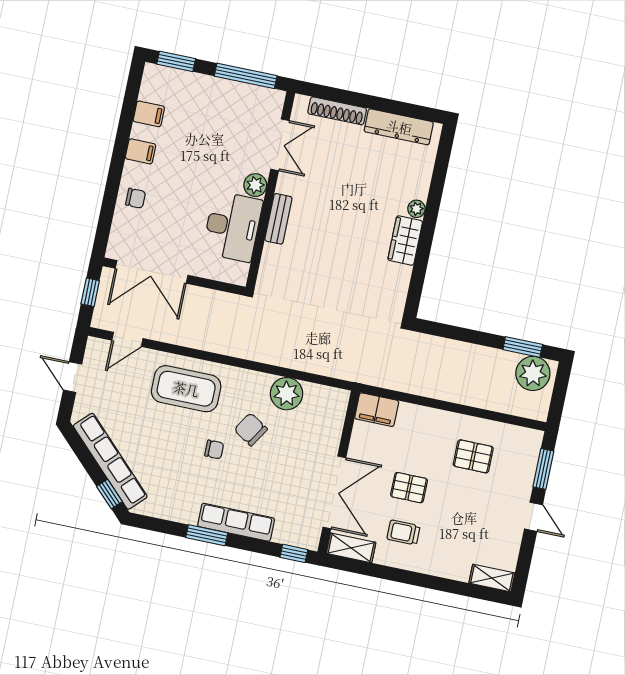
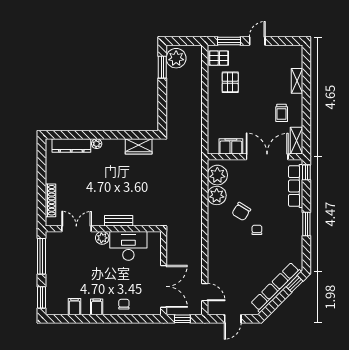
dresser: (399, 127) -> (71, 146), moved, turned 90
wardrobe: (405, 241) -> (139, 146), moved
coffee table: (186, 389) -> (226, 253), removed
plant: (321, 402) -> (217, 175), added
filing cabinet: (377, 410) -> (231, 146), moved, turned -90
pallet: (409, 488) -> (219, 58), moved, turned 90
row of seats: (236, 522) -> (296, 186), moved
shelving: (492, 578) -> (297, 81), moved

